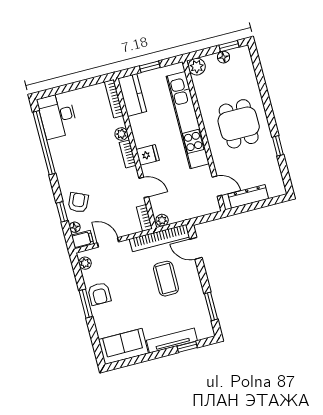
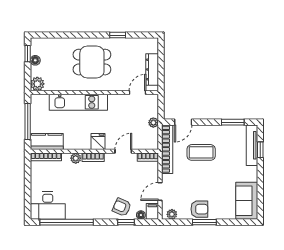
window: (150, 67) -> (28, 121), width x2.17
kitchen unit: (188, 120) -> (78, 102), width x0.73
plant: (162, 220) -> (153, 123), moved
tv unit: (172, 340) -> (252, 145), moved

